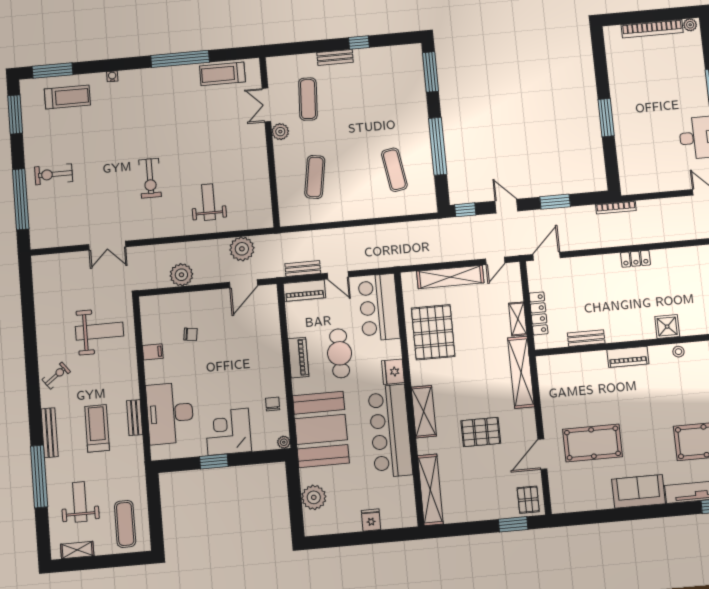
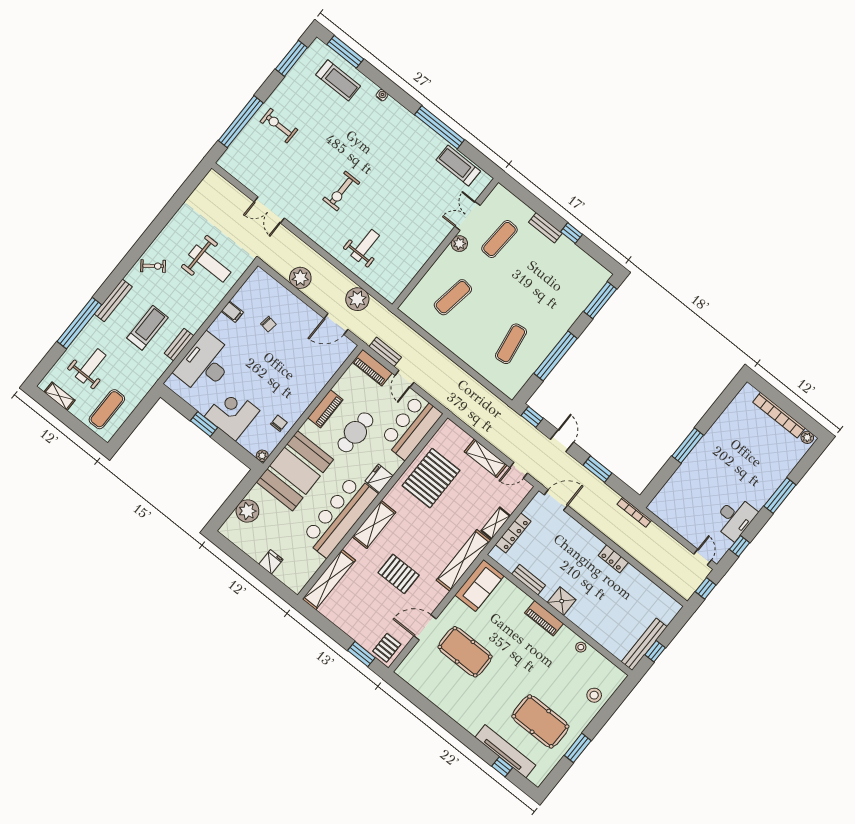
shelving: (450, 277) -> (486, 458), width x0.68
shower: (667, 327) -> (562, 601), moved
sofa: (638, 491) -> (479, 585), moved, turned 90

